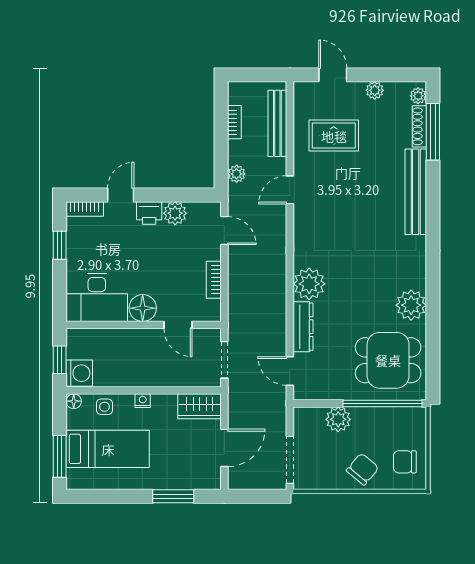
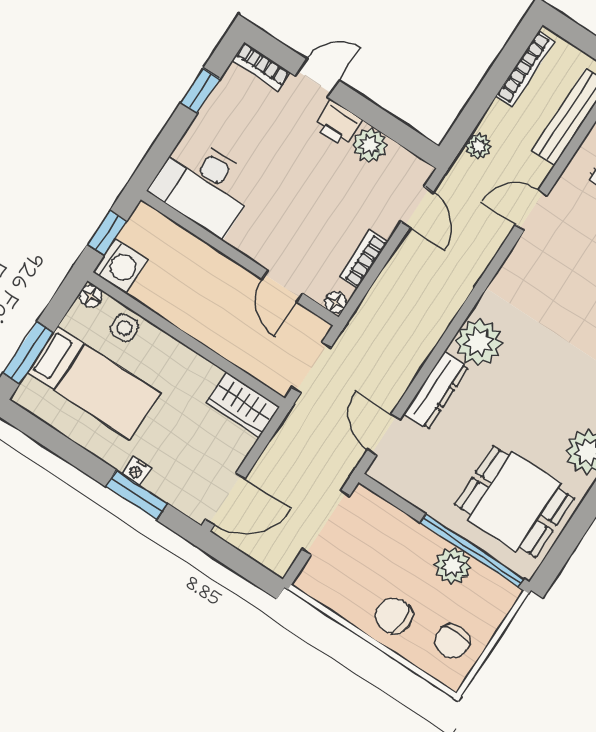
bookcase: (234, 122) -> (525, 69), width x1.56
floor lamp: (143, 308) -> (336, 303), moved, width x0.53, depth x0.53
nightstand: (143, 401) -> (136, 471), moved, turned 180
plant: (338, 419) -> (453, 566), moved
door: (224, 448) -> (225, 499), moved
doorway: (290, 460) -> (326, 523), moved
chair: (405, 462) -> (452, 641), turned -90
chair: (363, 469) -> (394, 616), turned -130

